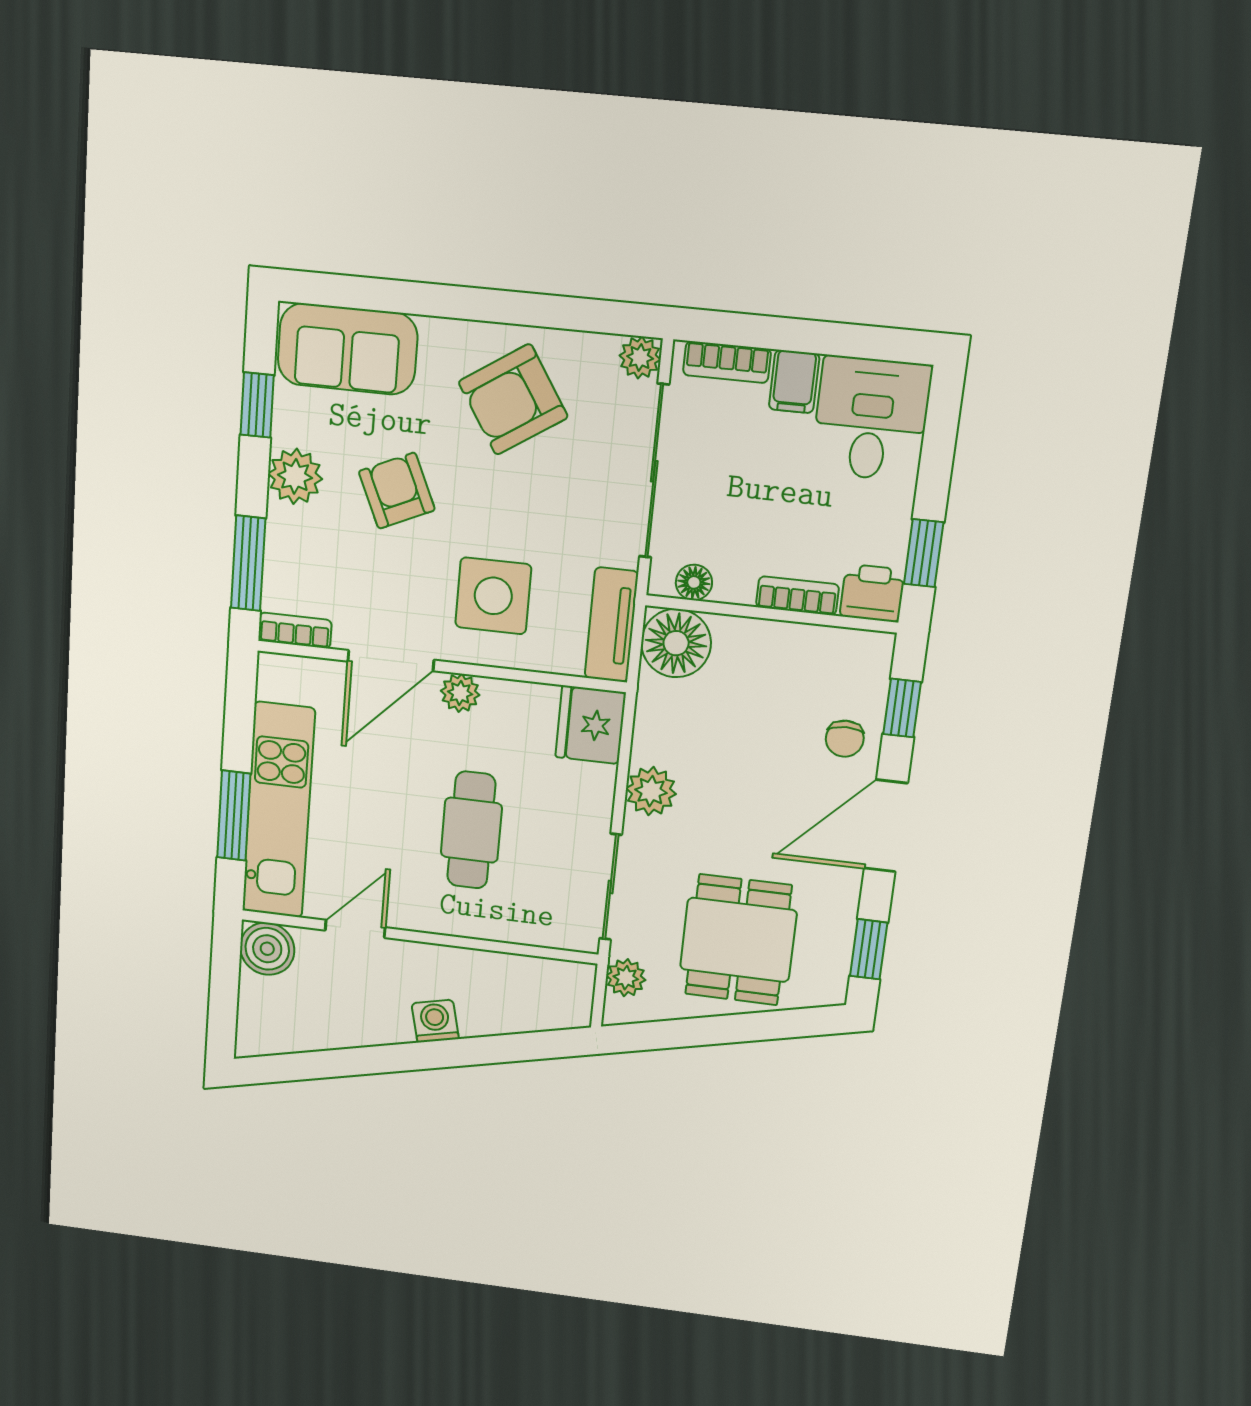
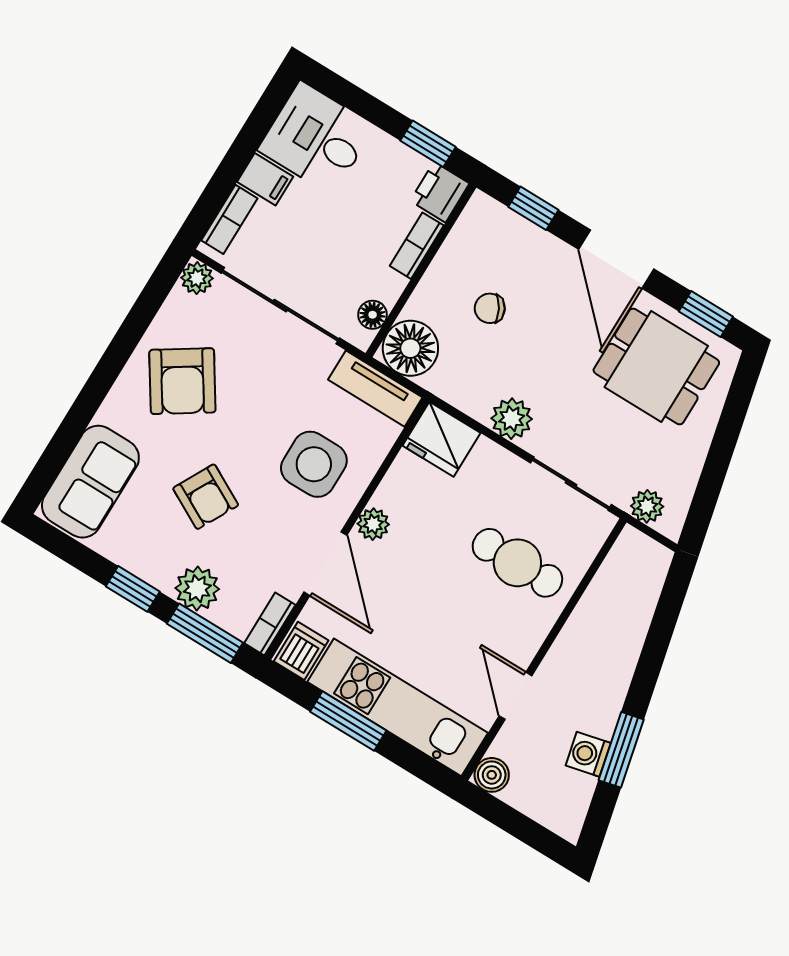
window: (257, 405) -> (133, 589), moved
plant: (295, 476) -> (197, 589), moved
armchair: (397, 491) -> (206, 497), turned -128
dishwasher: (284, 679) -> (301, 651), added
chair: (845, 739) -> (490, 308), moved, turned 152
window: (234, 816) -> (348, 721), moved
cafe table: (471, 830) -> (517, 563), moved
dining table: (738, 940) -> (656, 366), moved
boiler: (267, 949) -> (492, 775), width x0.73, depth x0.73
washing machine: (435, 1021) -> (588, 754), moved
window: (356, 1062) -> (621, 750), added

